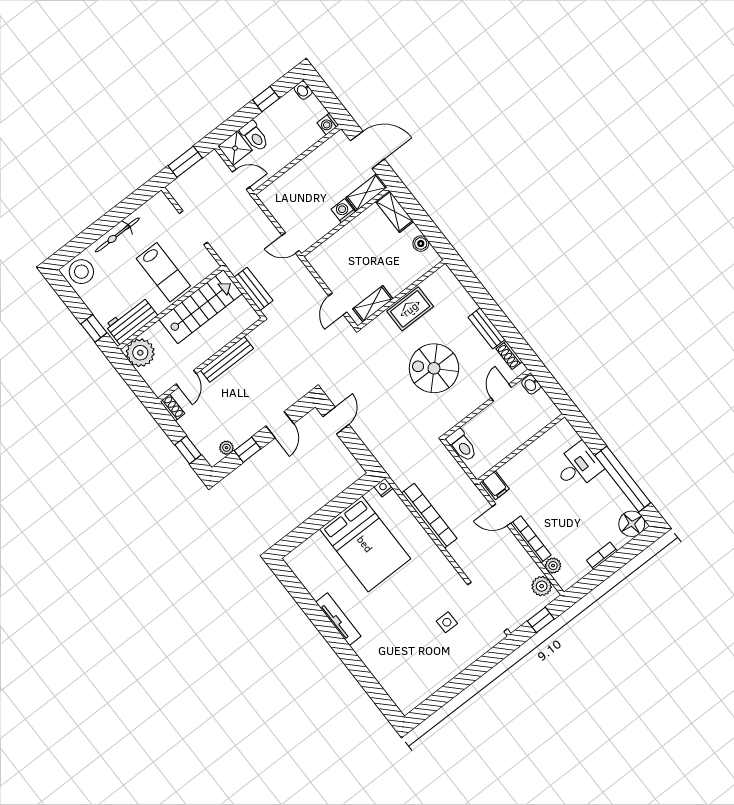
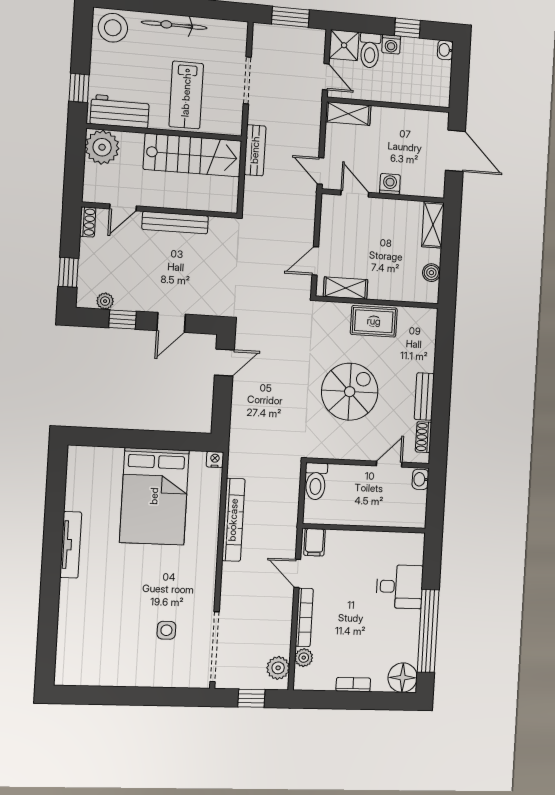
washing machine: (328, 124) -> (391, 44), moved, turned -90
shelving: (366, 192) -> (348, 114), moved
door: (326, 238) -> (355, 194), added
bench: (254, 289) -> (255, 150), moved
spiral stairs: (434, 368) -> (350, 392), turned 90

